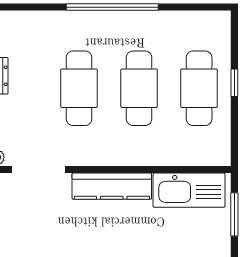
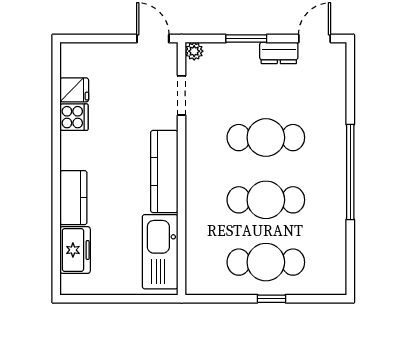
doorway: (38, 169) -> (182, 95), width x0.73
window: (234, 214) -> (135, 299), removed

